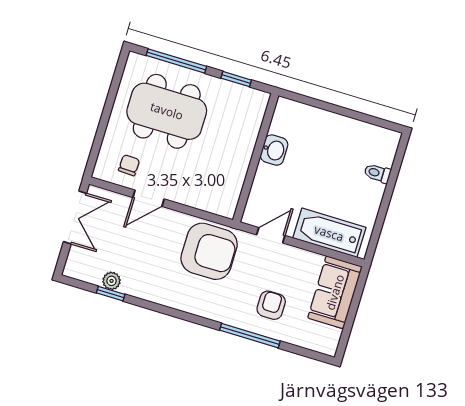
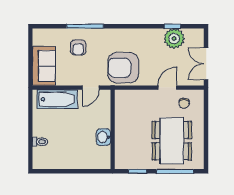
dining table: (167, 111) -> (172, 141), turned 90
plant: (112, 281) -> (174, 38), width x1.88, depth x1.88

